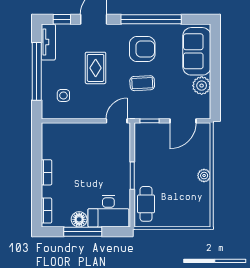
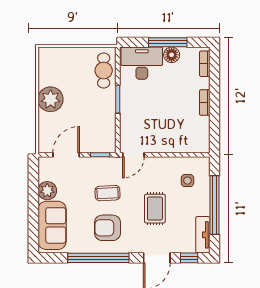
plant: (204, 176) -> (51, 99), width x1.87, depth x1.87

